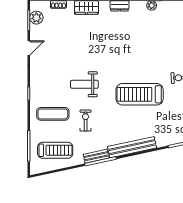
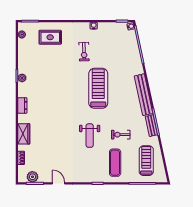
treadmill: (140, 94) -> (98, 88), turned 180

